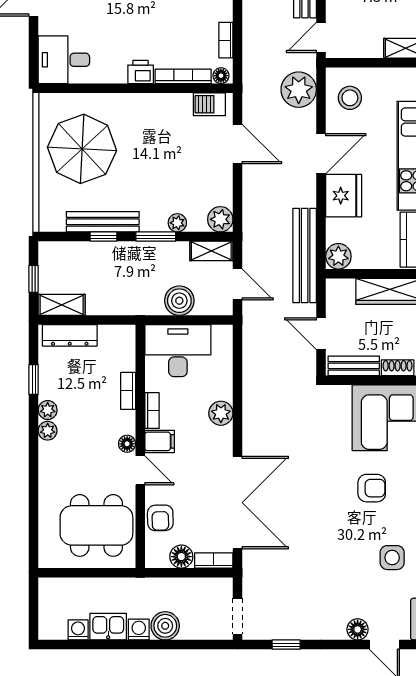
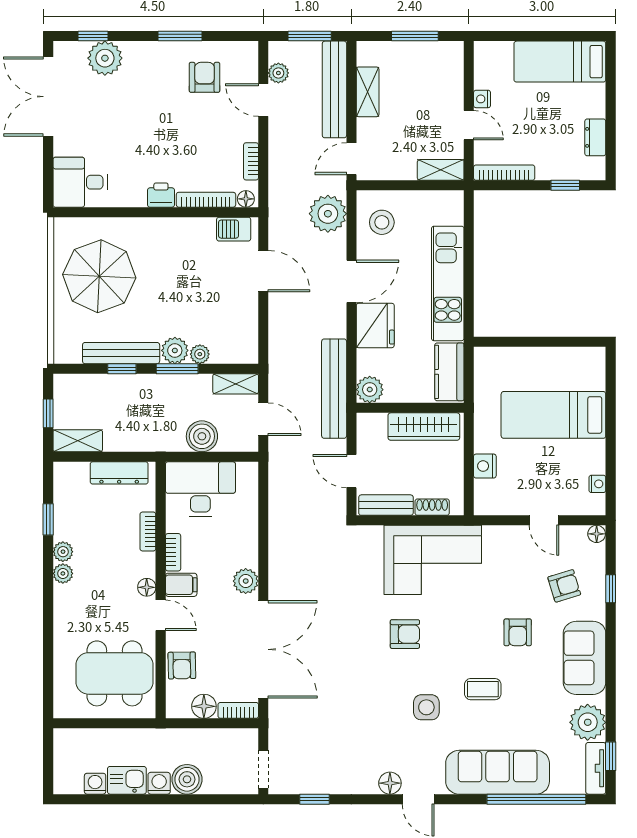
plant: (220, 219) -> (175, 350), moved
dresser: (70, 335) -> (119, 473), moved
plant: (221, 413) -> (246, 581), moved

